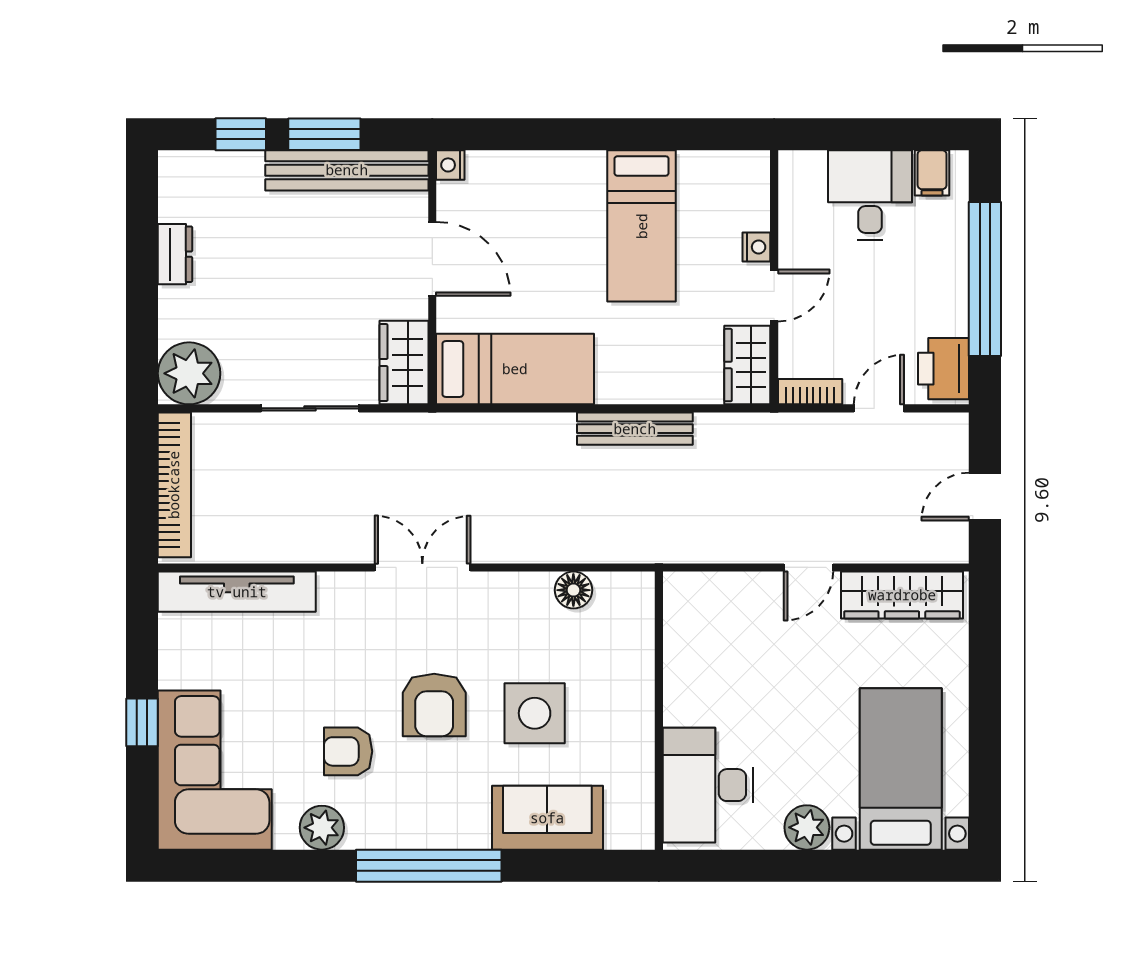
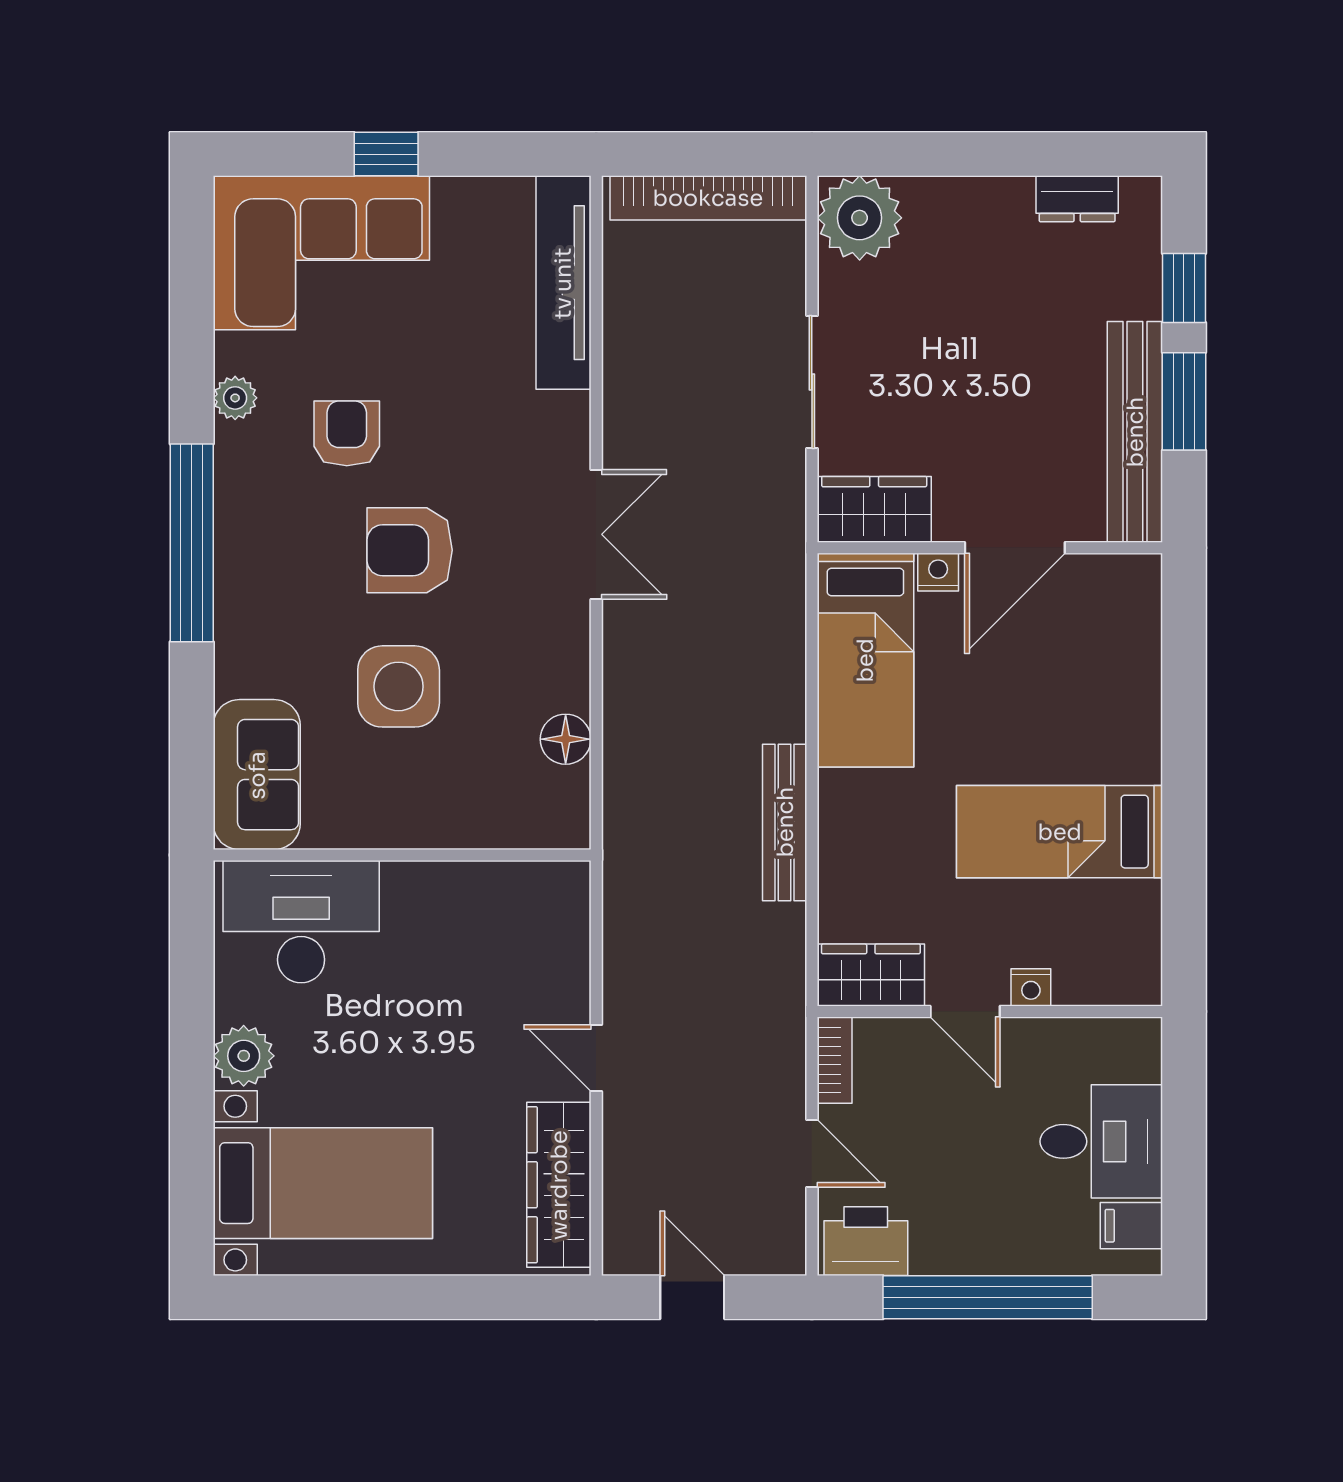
nightstand: (450, 165) -> (938, 572), moved
dresser: (175, 254) -> (1077, 199), moved
sofa: (547, 818) -> (257, 775), moved
plant: (322, 828) -> (235, 398), width x0.73, depth x0.73

